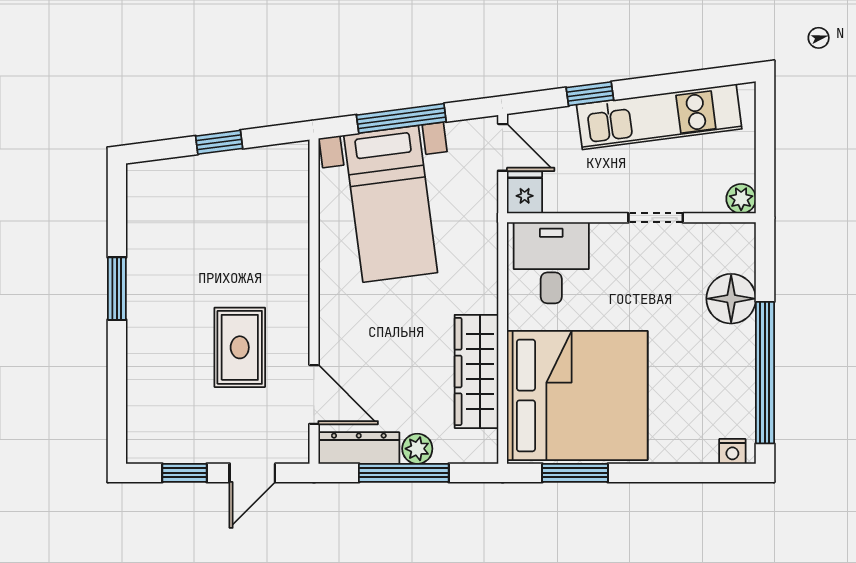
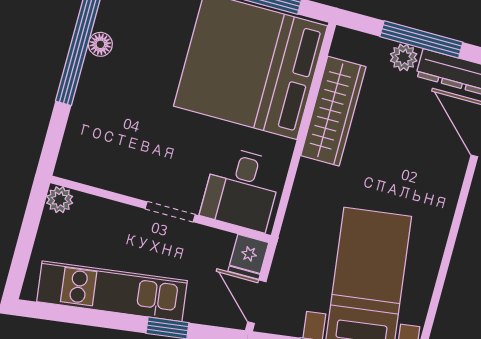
doorway: (656, 218) -> (170, 212), moved
floor lamp: (731, 299) -> (100, 44), moved, width x0.53, depth x0.53

